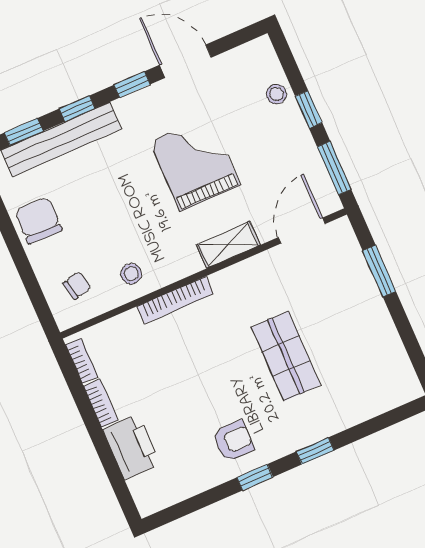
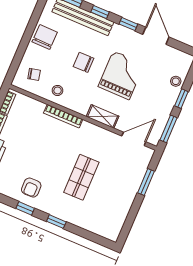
chair: (126, 199) -> (83, 62), added
armchair: (233, 441) -> (31, 188), turned 90

